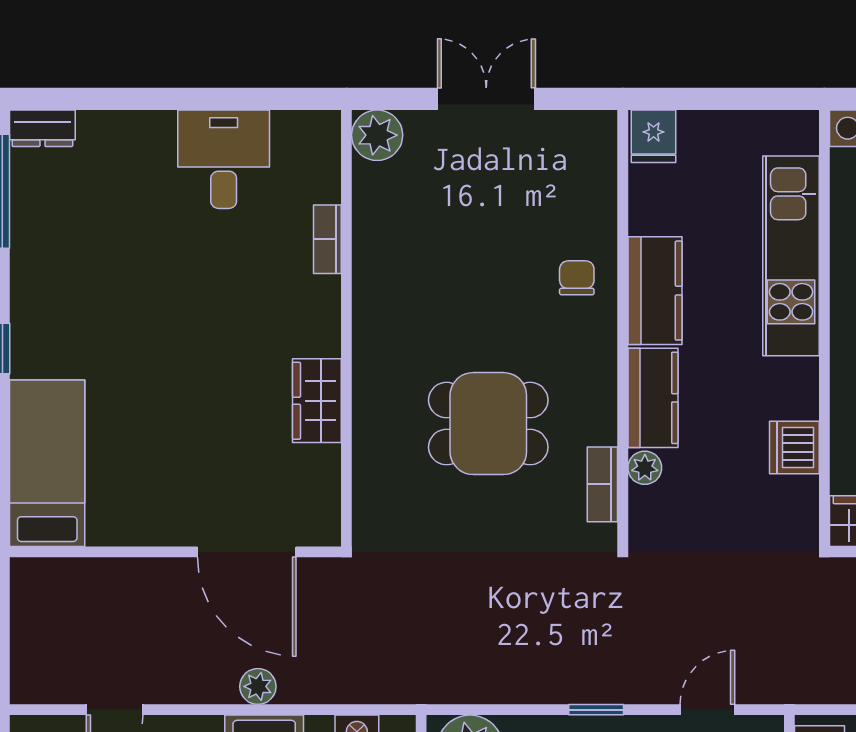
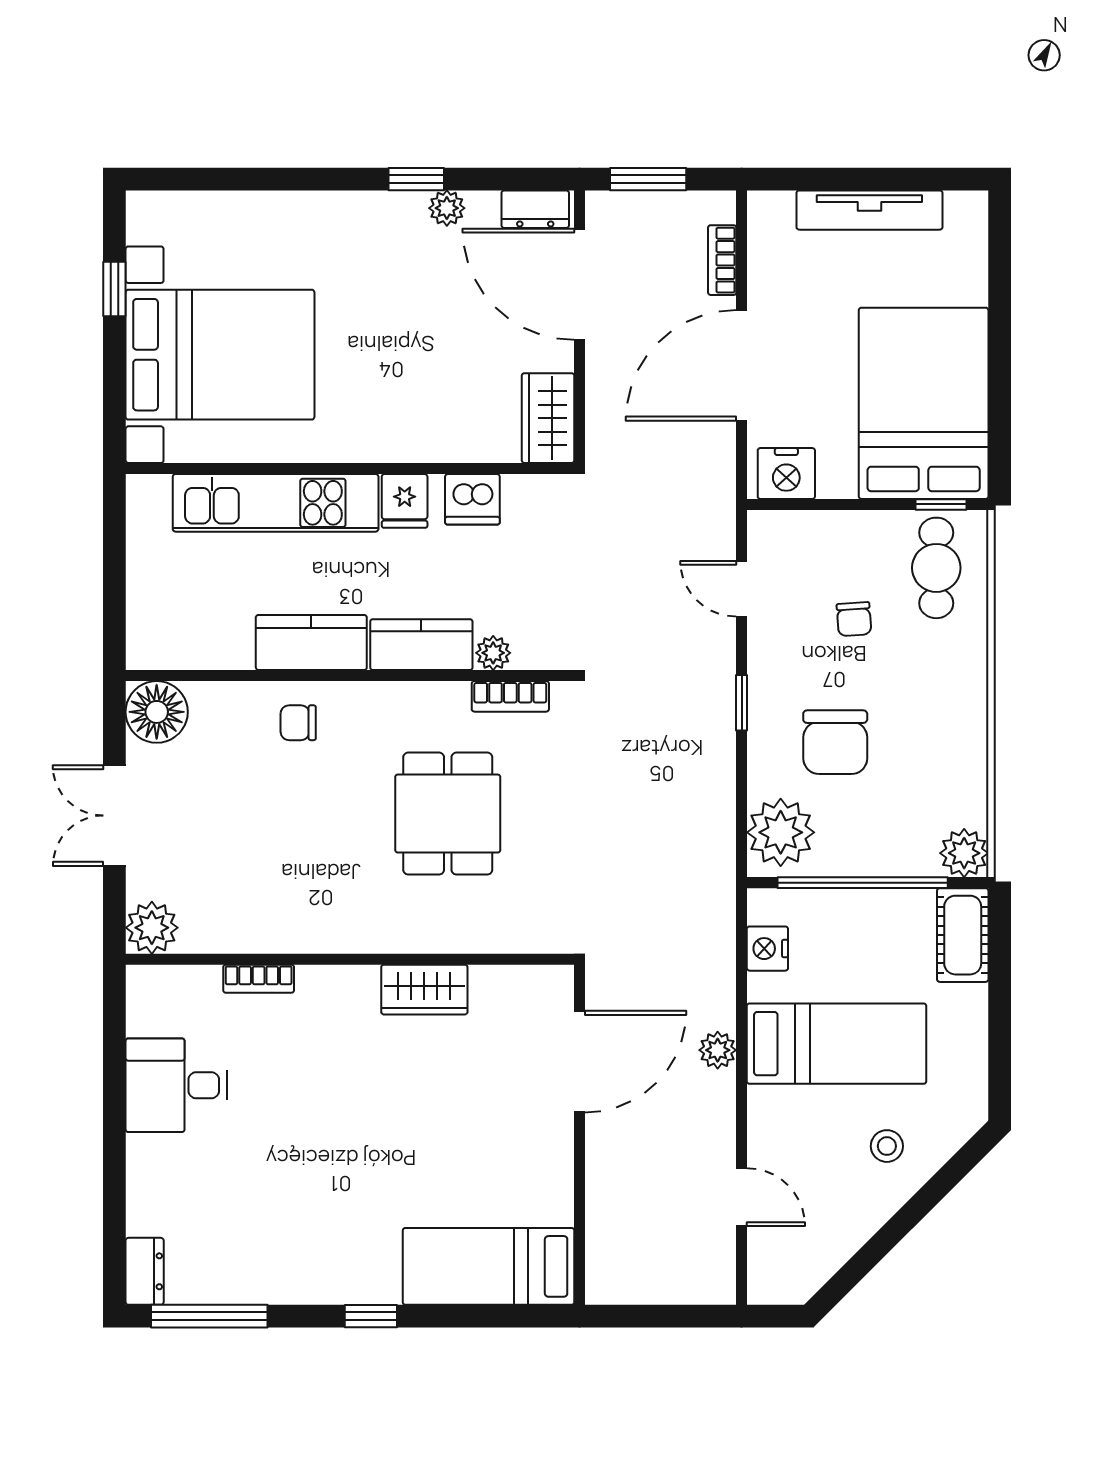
fridge: (654, 136) -> (405, 501), moved, turned 90
floor lamp: (587, 140) -> (157, 712), added

